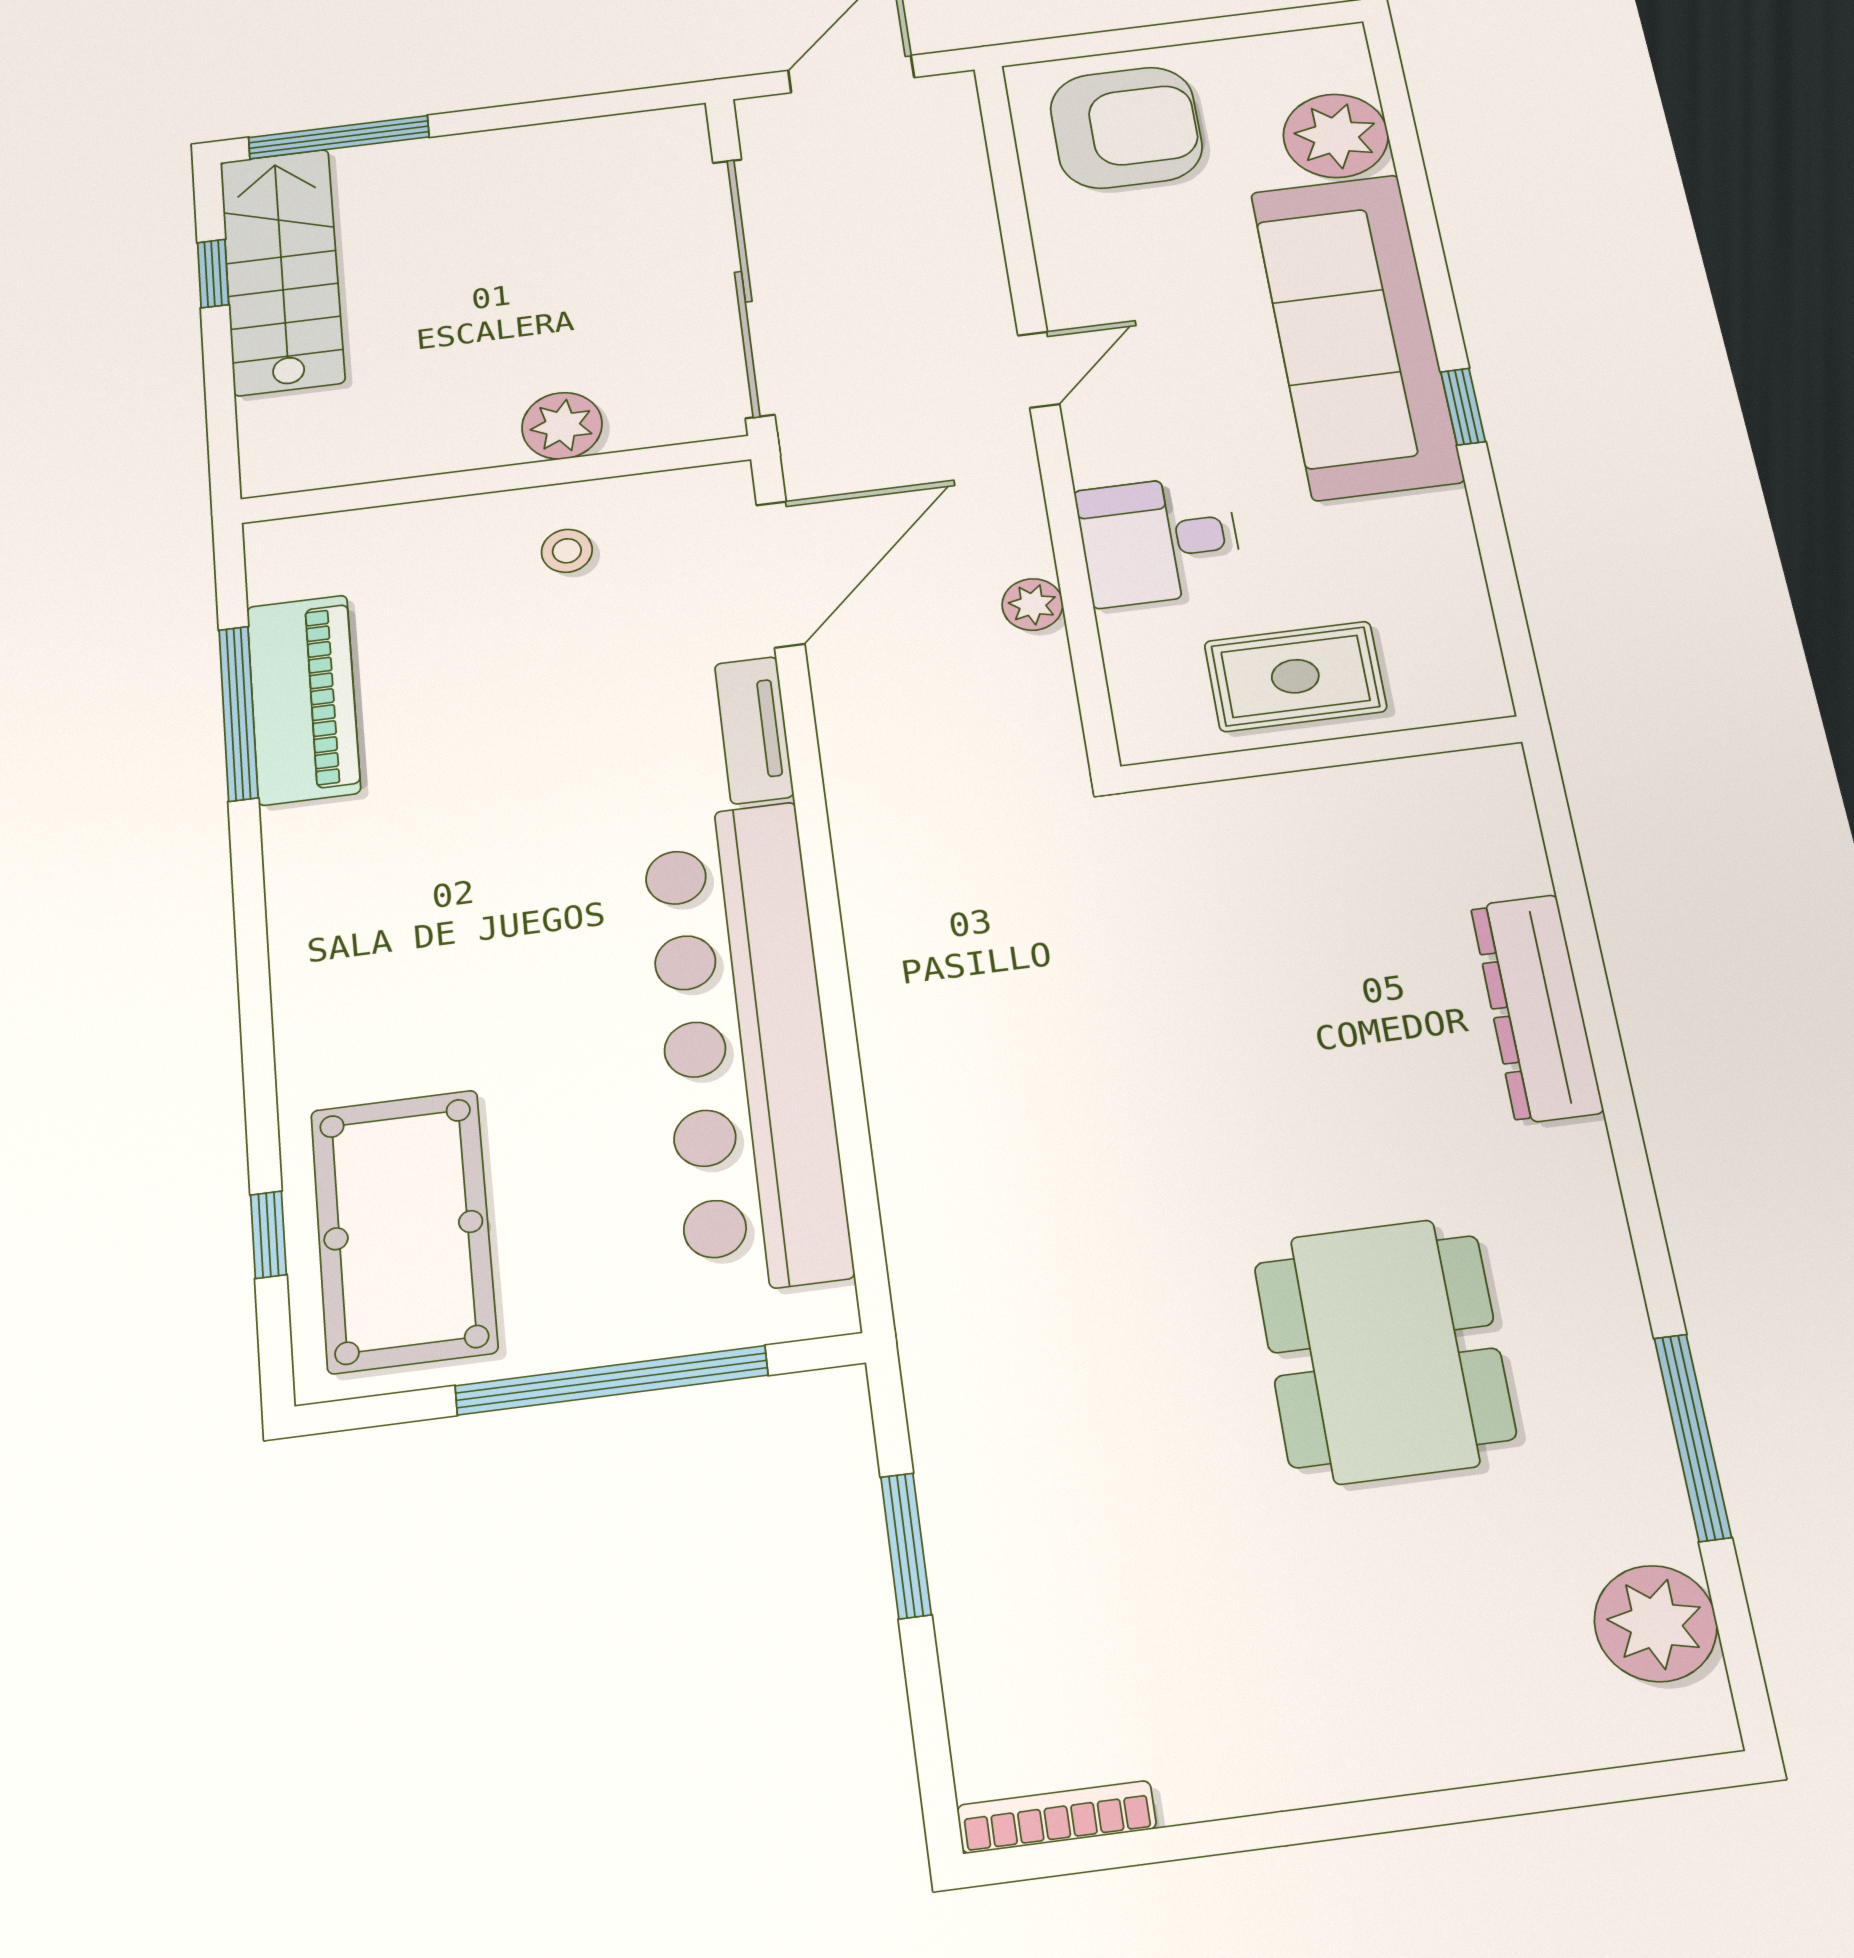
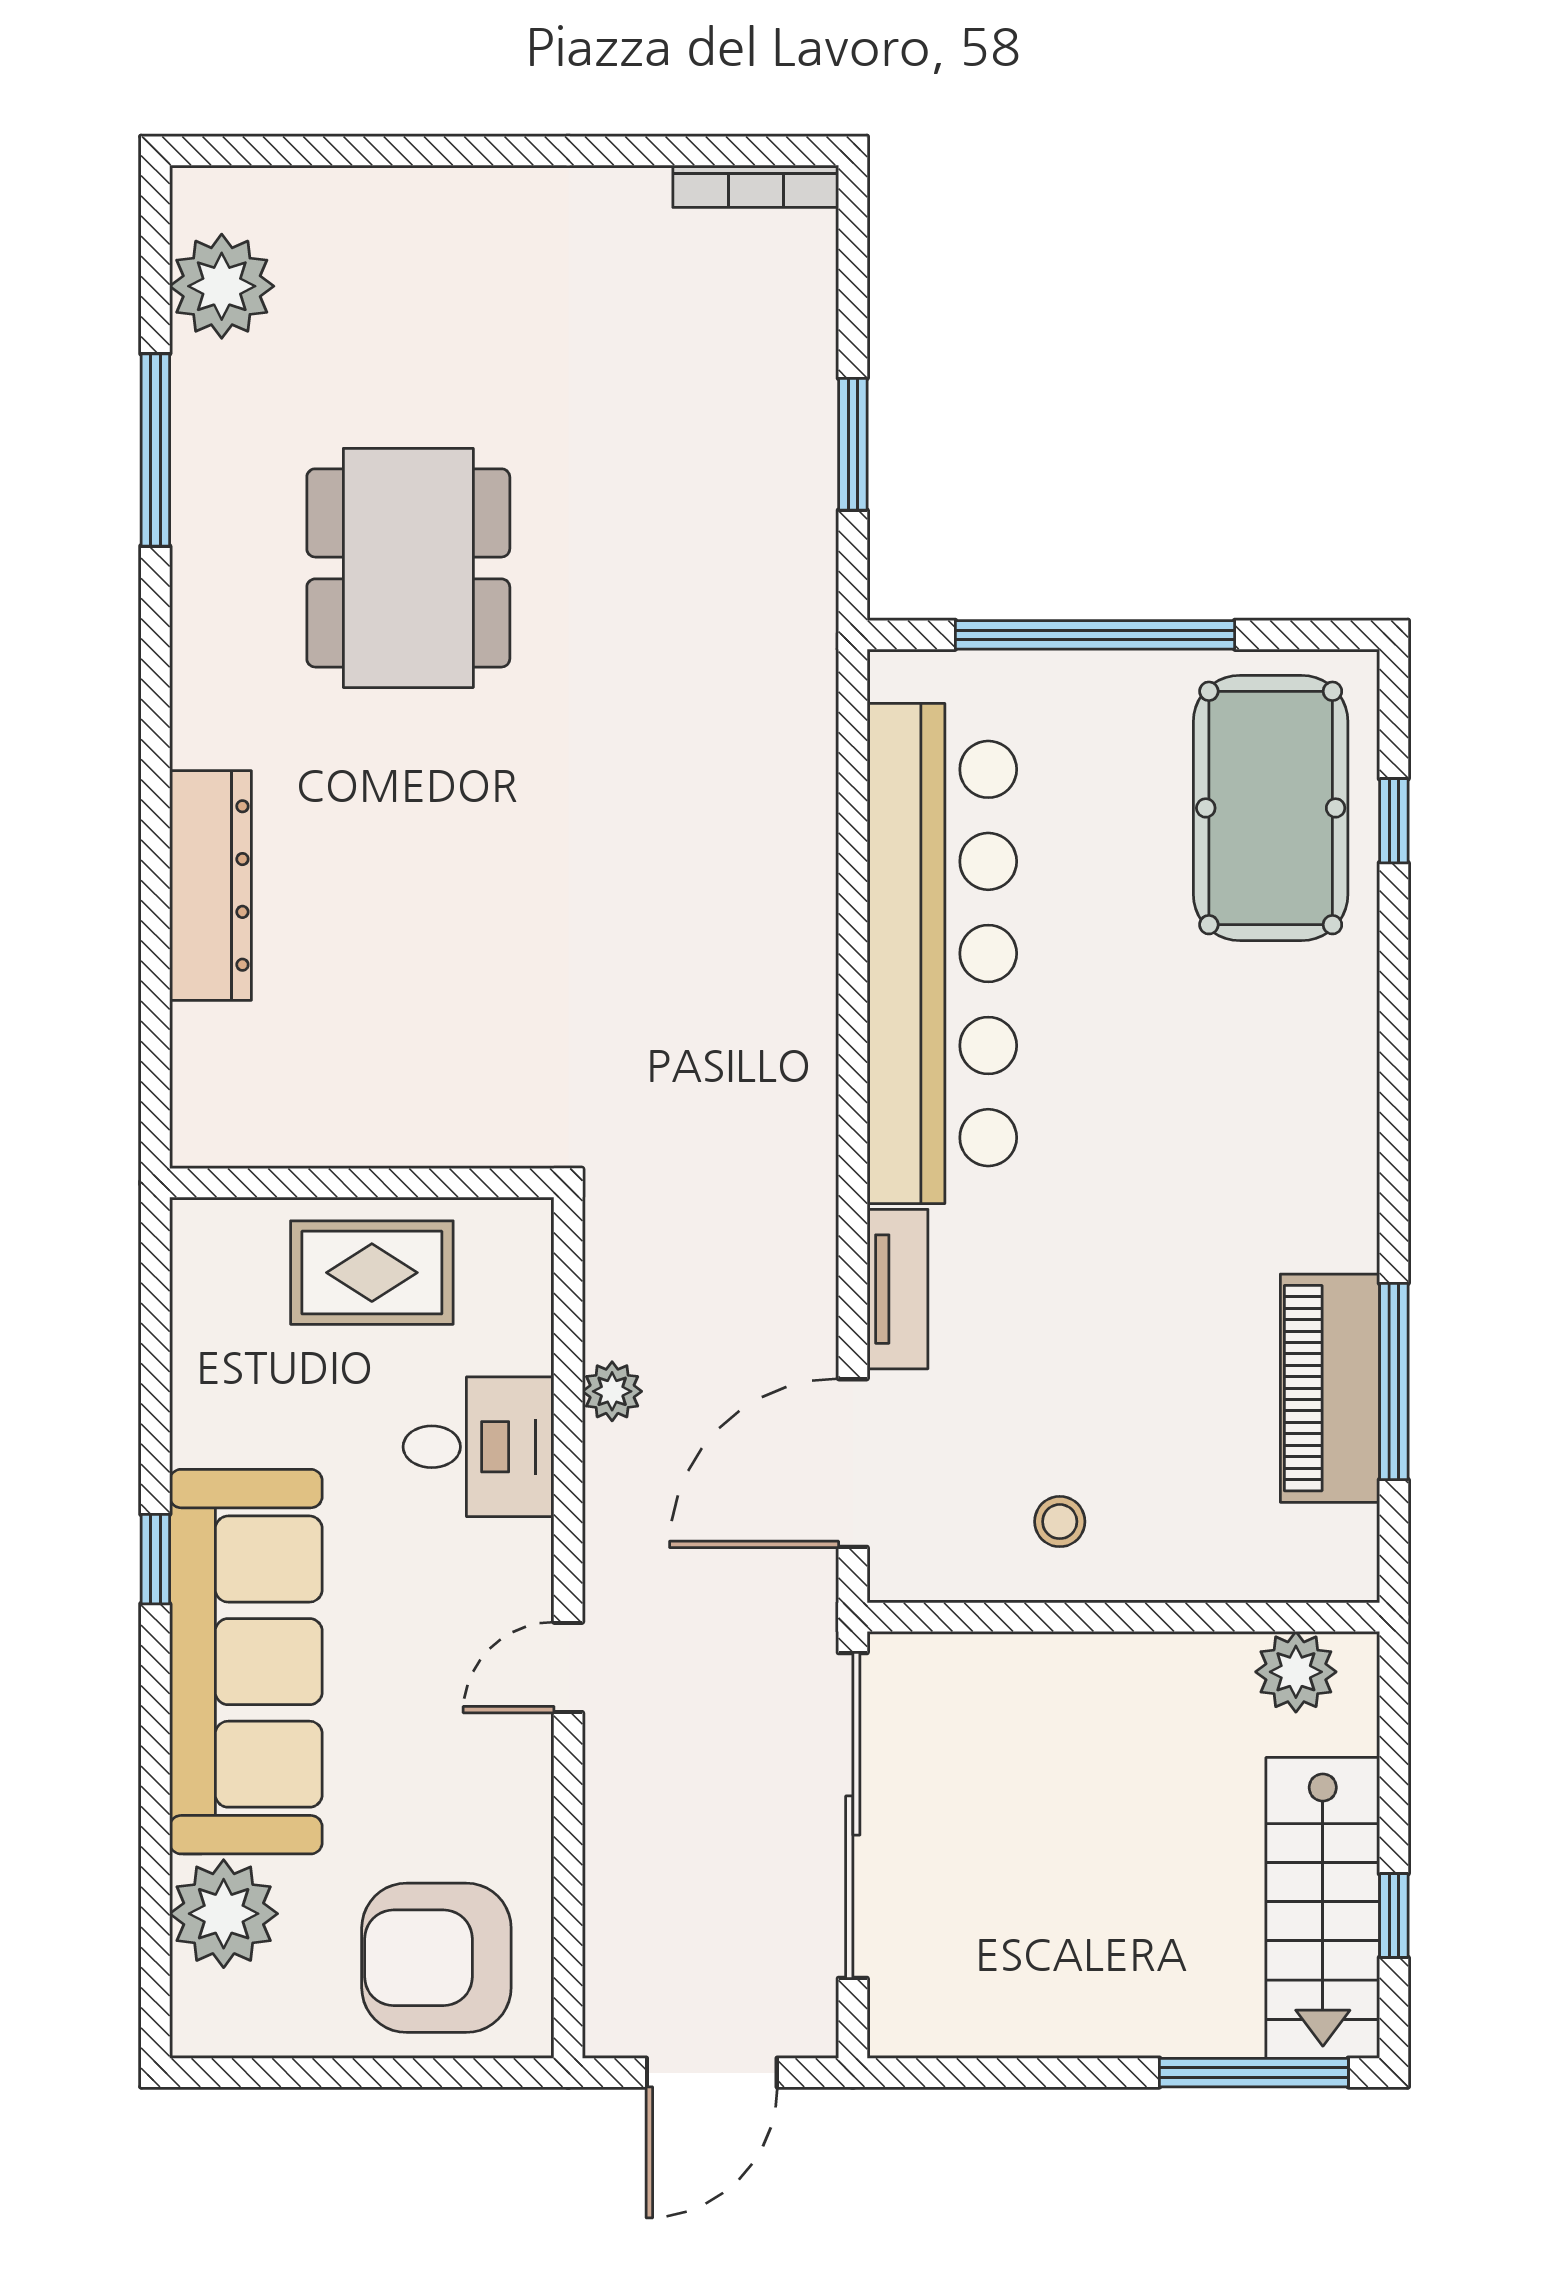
plant: (562, 426) -> (1296, 1672), moved

